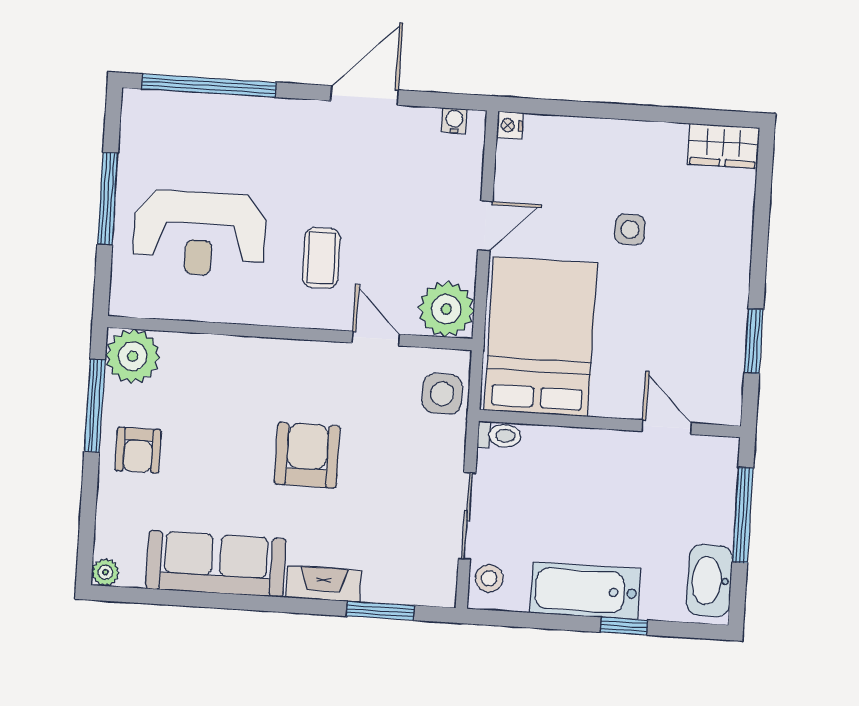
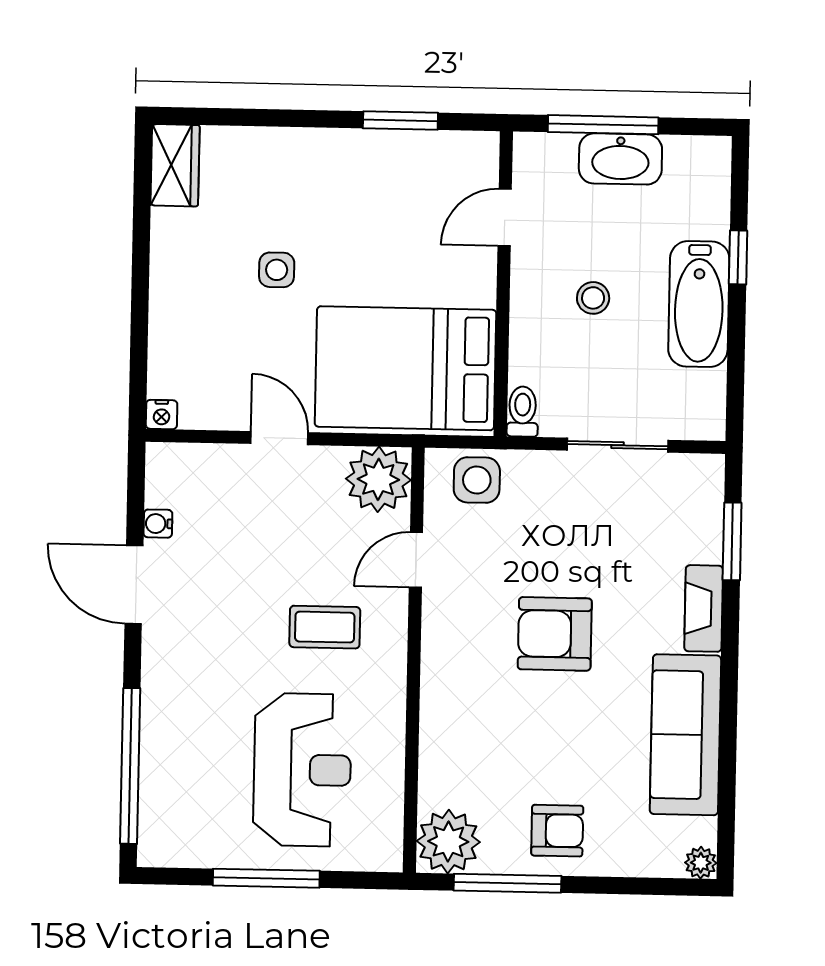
water cooler: (454, 121) -> (158, 524), moved
stool: (489, 578) -> (593, 298), moved
washbasin: (709, 581) -> (620, 159), moved

